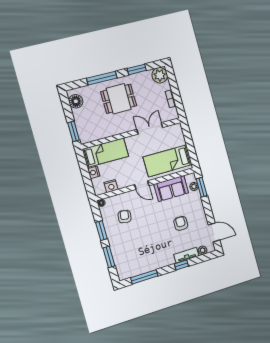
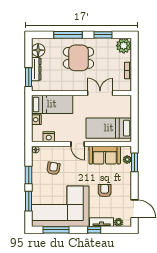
dresser: (79, 121) -> (36, 69), added
corner sofa: (142, 252) -> (60, 206), added

